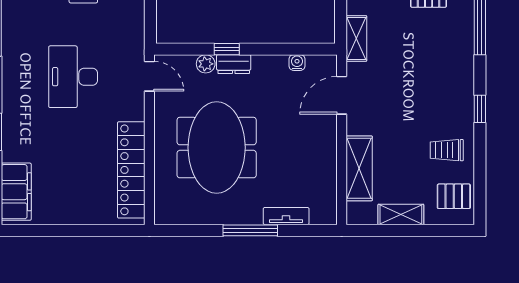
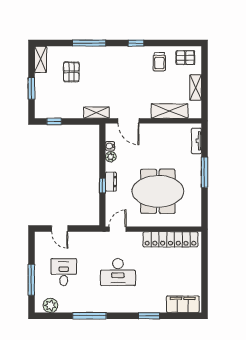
plant: (206, 64) -> (111, 157), moved
pallet: (454, 196) -> (185, 58), turned 90
tv unit: (286, 216) -> (196, 141), moved

